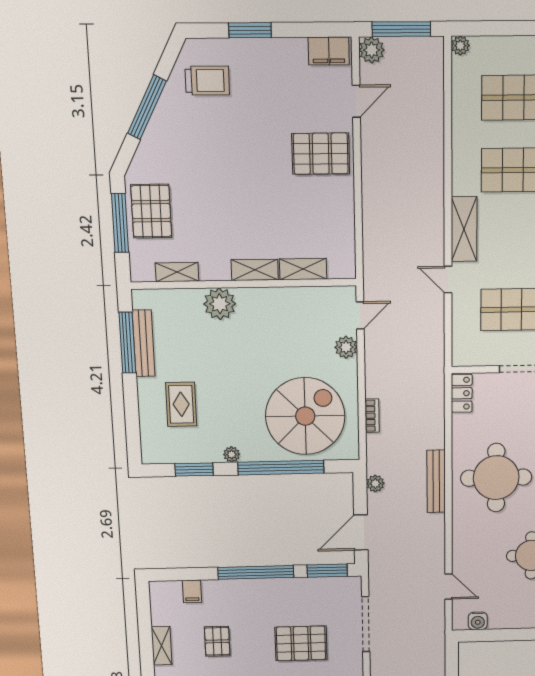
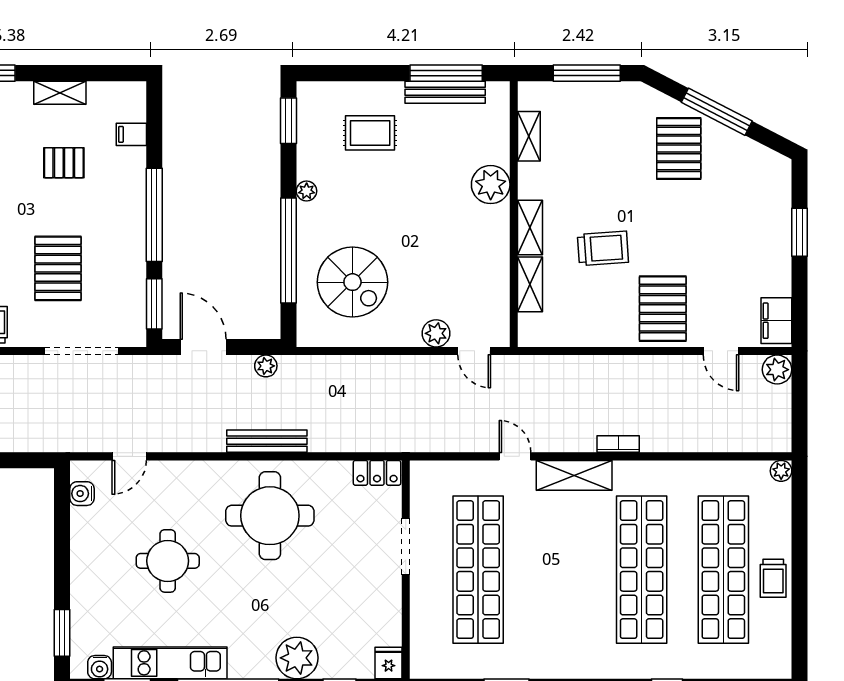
window: (401, 29) -> (800, 404), removed
trolley: (207, 81) -> (603, 248), moved, turned -94
pallet: (151, 211) -> (679, 148), moved, turned 90
door: (448, 280) -> (515, 456), hinge flipped
spiral stairs: (305, 416) -> (352, 282), width x0.73, depth x0.73
bookcase: (372, 416) -> (618, 444), moved, turned 180
window: (194, 469) -> (289, 121), moved

